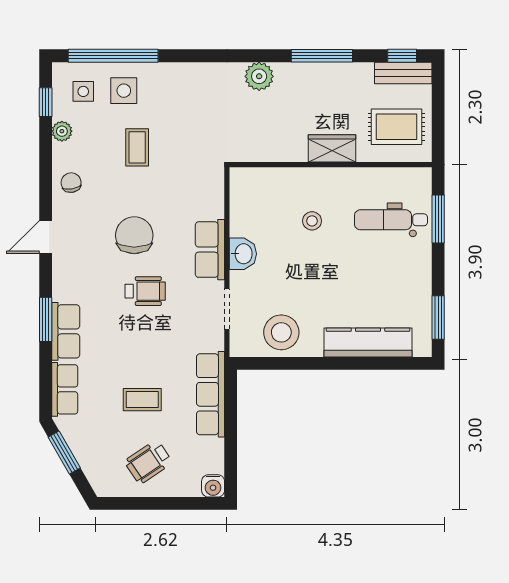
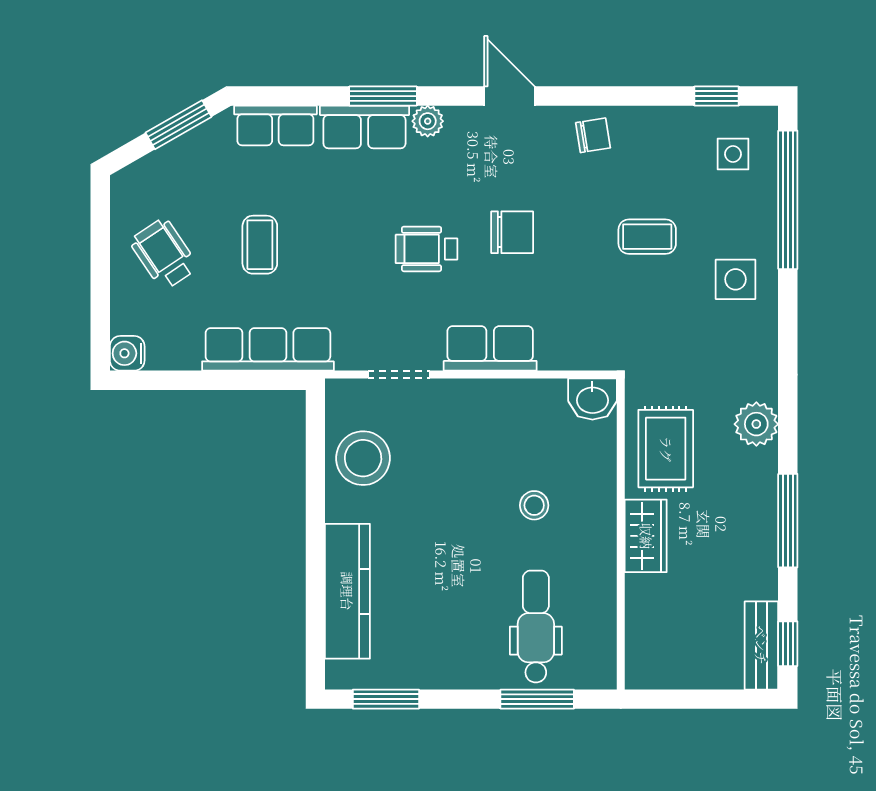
side table: (124, 91) -> (736, 279), moved
rug: (397, 127) -> (666, 449), moved
plant: (62, 131) -> (428, 121), moved
chair: (134, 235) -> (512, 232), width x0.73, depth x0.73
washbasin: (243, 254) -> (592, 399), moved
wheelchair: (145, 291) -> (426, 249), turned 90

